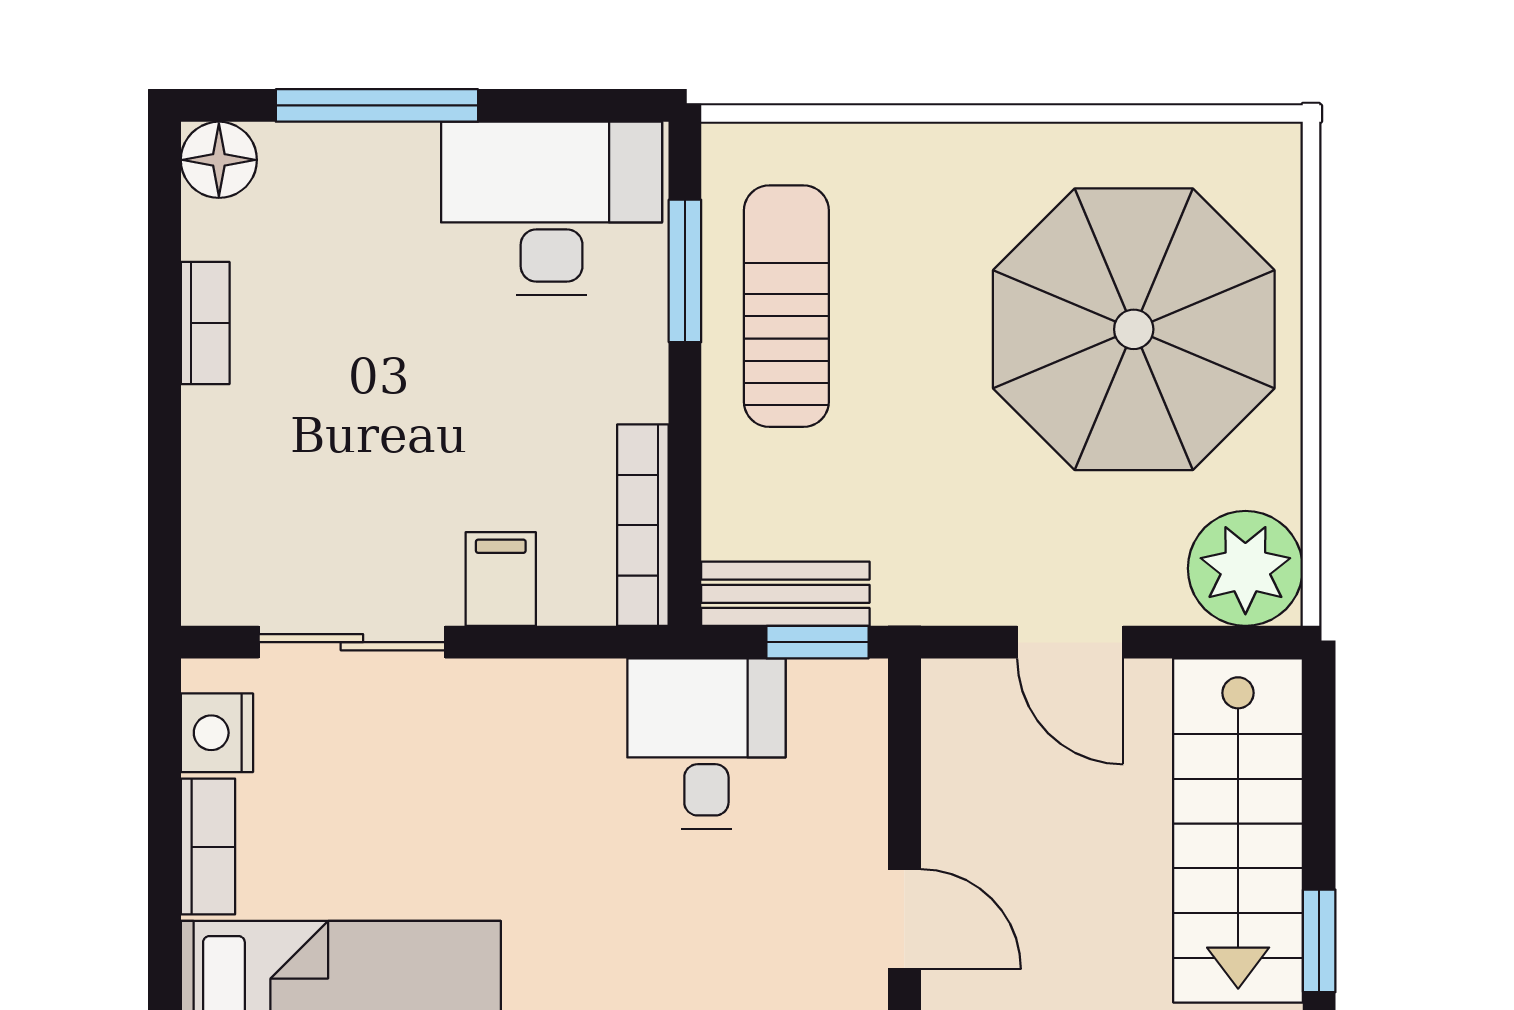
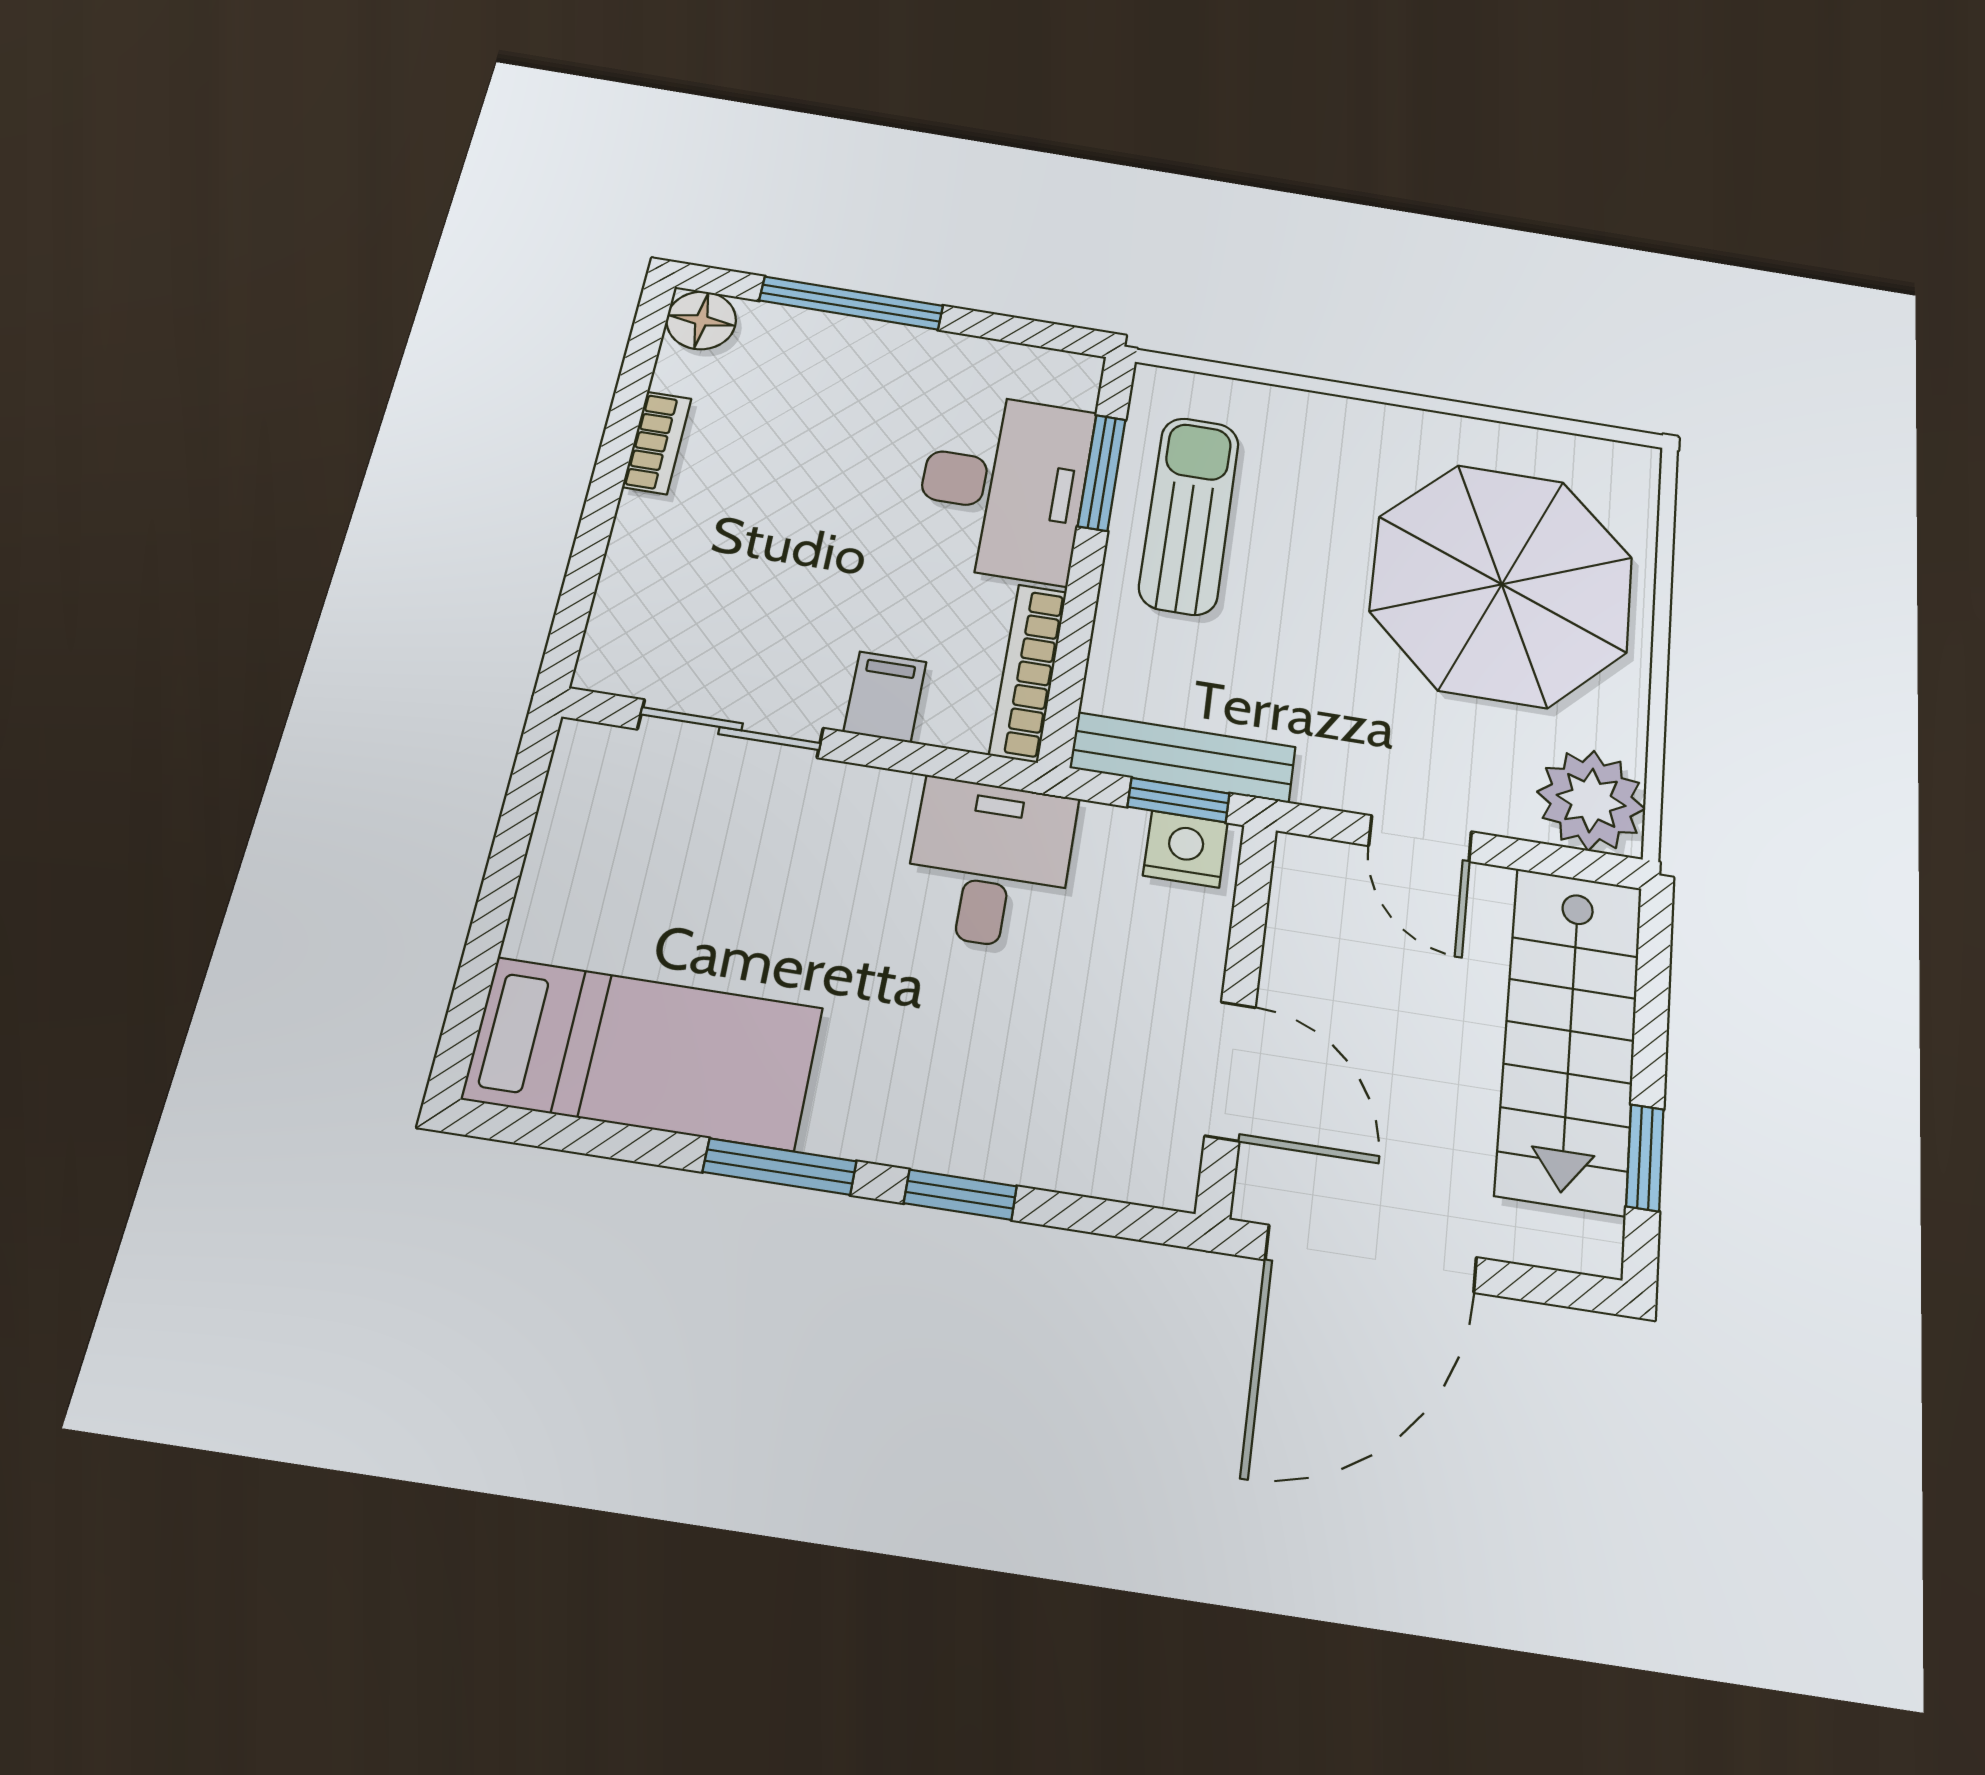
desk: (552, 209) -> (1003, 486), moved, turned 90
bench: (785, 594) -> (1183, 757), width x1.36
nightstand: (217, 733) -> (1185, 849), moved, turned 90
desk: (706, 744) -> (990, 863), moved
bookcase: (208, 847) -> (544, 891), removed
door: (904, 919) -> (1230, 1071), width x1.38

